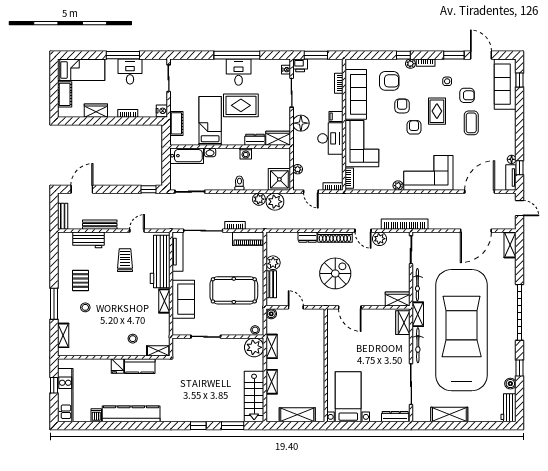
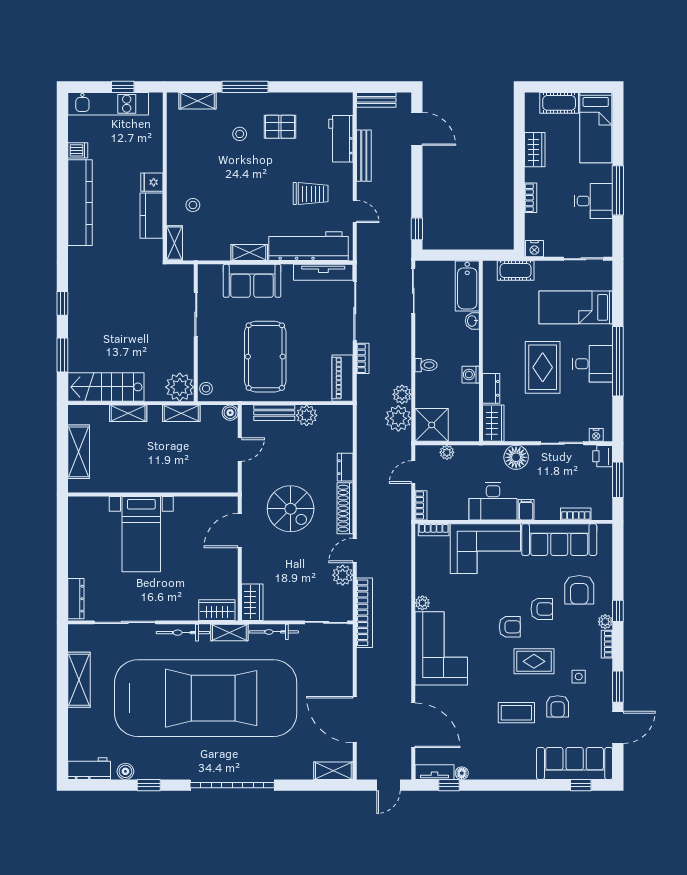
bed: (210, 121) -> (576, 307), moved, turned 180
bed with nightstands: (348, 397) -> (141, 534), moved, turned 90

